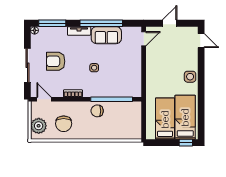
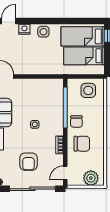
nightstand: (193, 57) -> (24, 29), added
sliding door: (27, 65) -> (32, 189), width x1.36
side table: (129, 123) -> (88, 90), added
chair: (64, 124) -> (82, 144), moved

